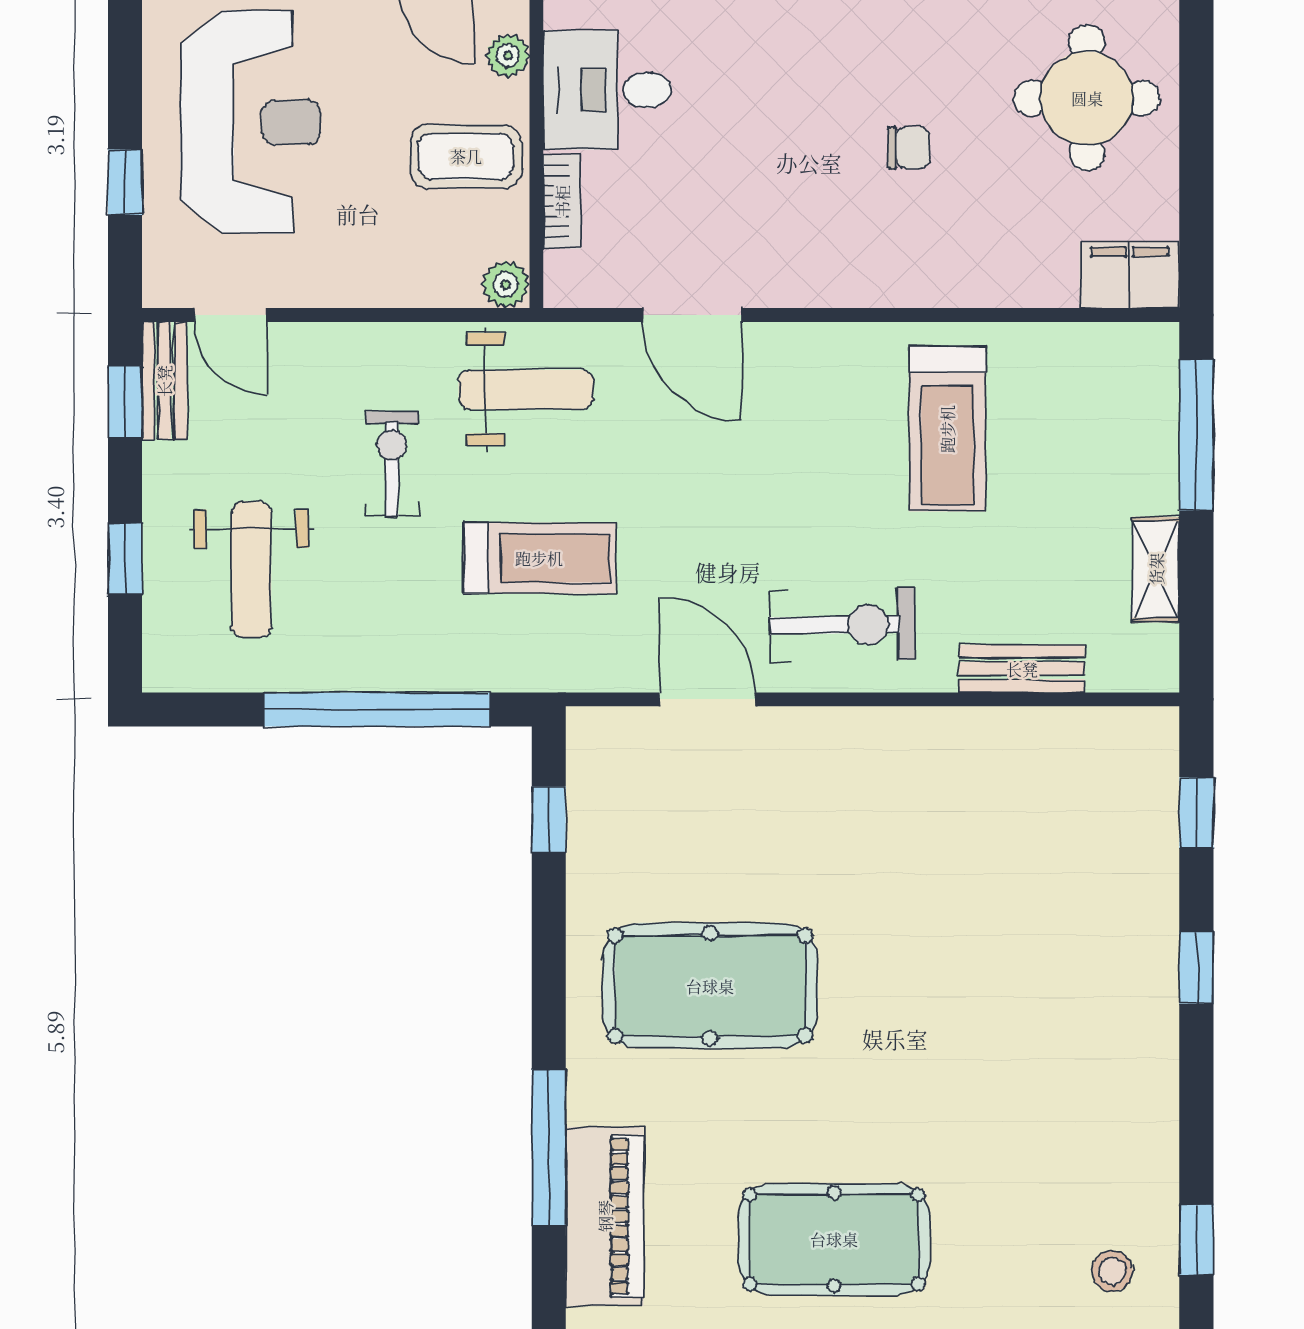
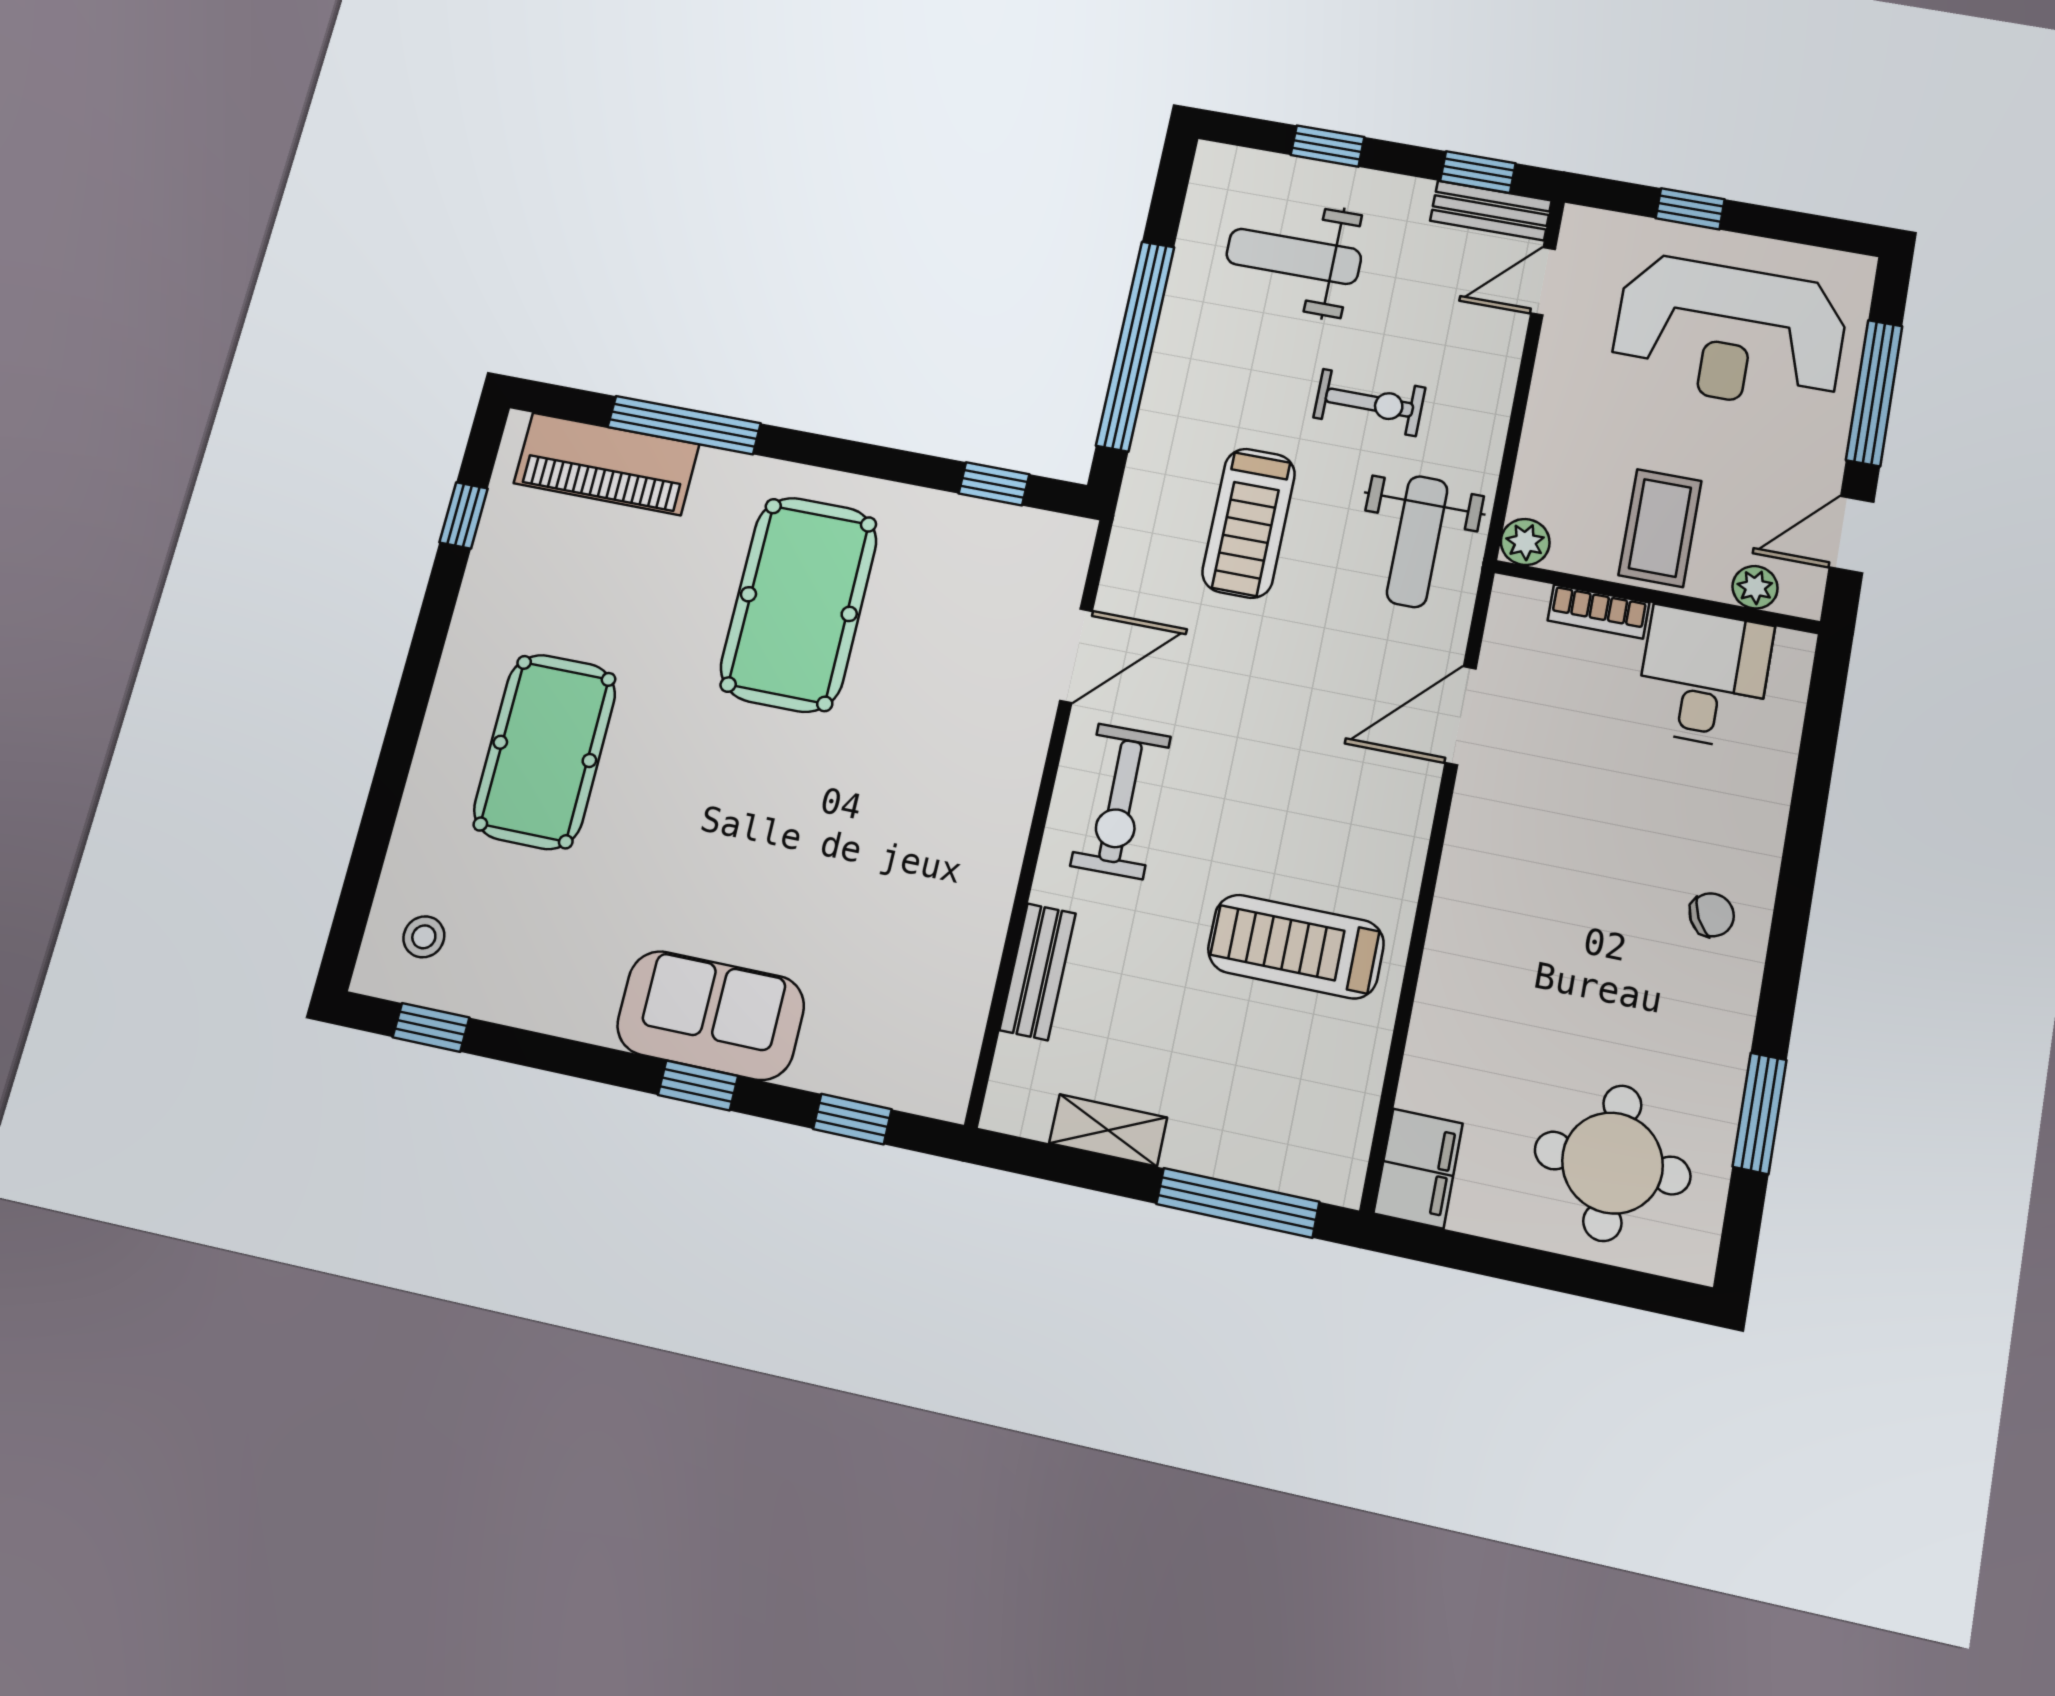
chair: (909, 148) -> (1712, 915), moved, turned -116
sofa: (1128, 972) -> (711, 1015), added
pool table: (834, 1239) -> (545, 751), moved

